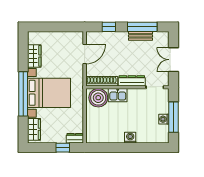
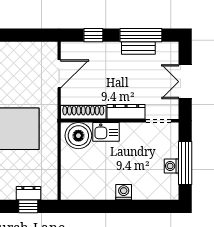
dresser: (75, 138) -> (28, 193), moved

